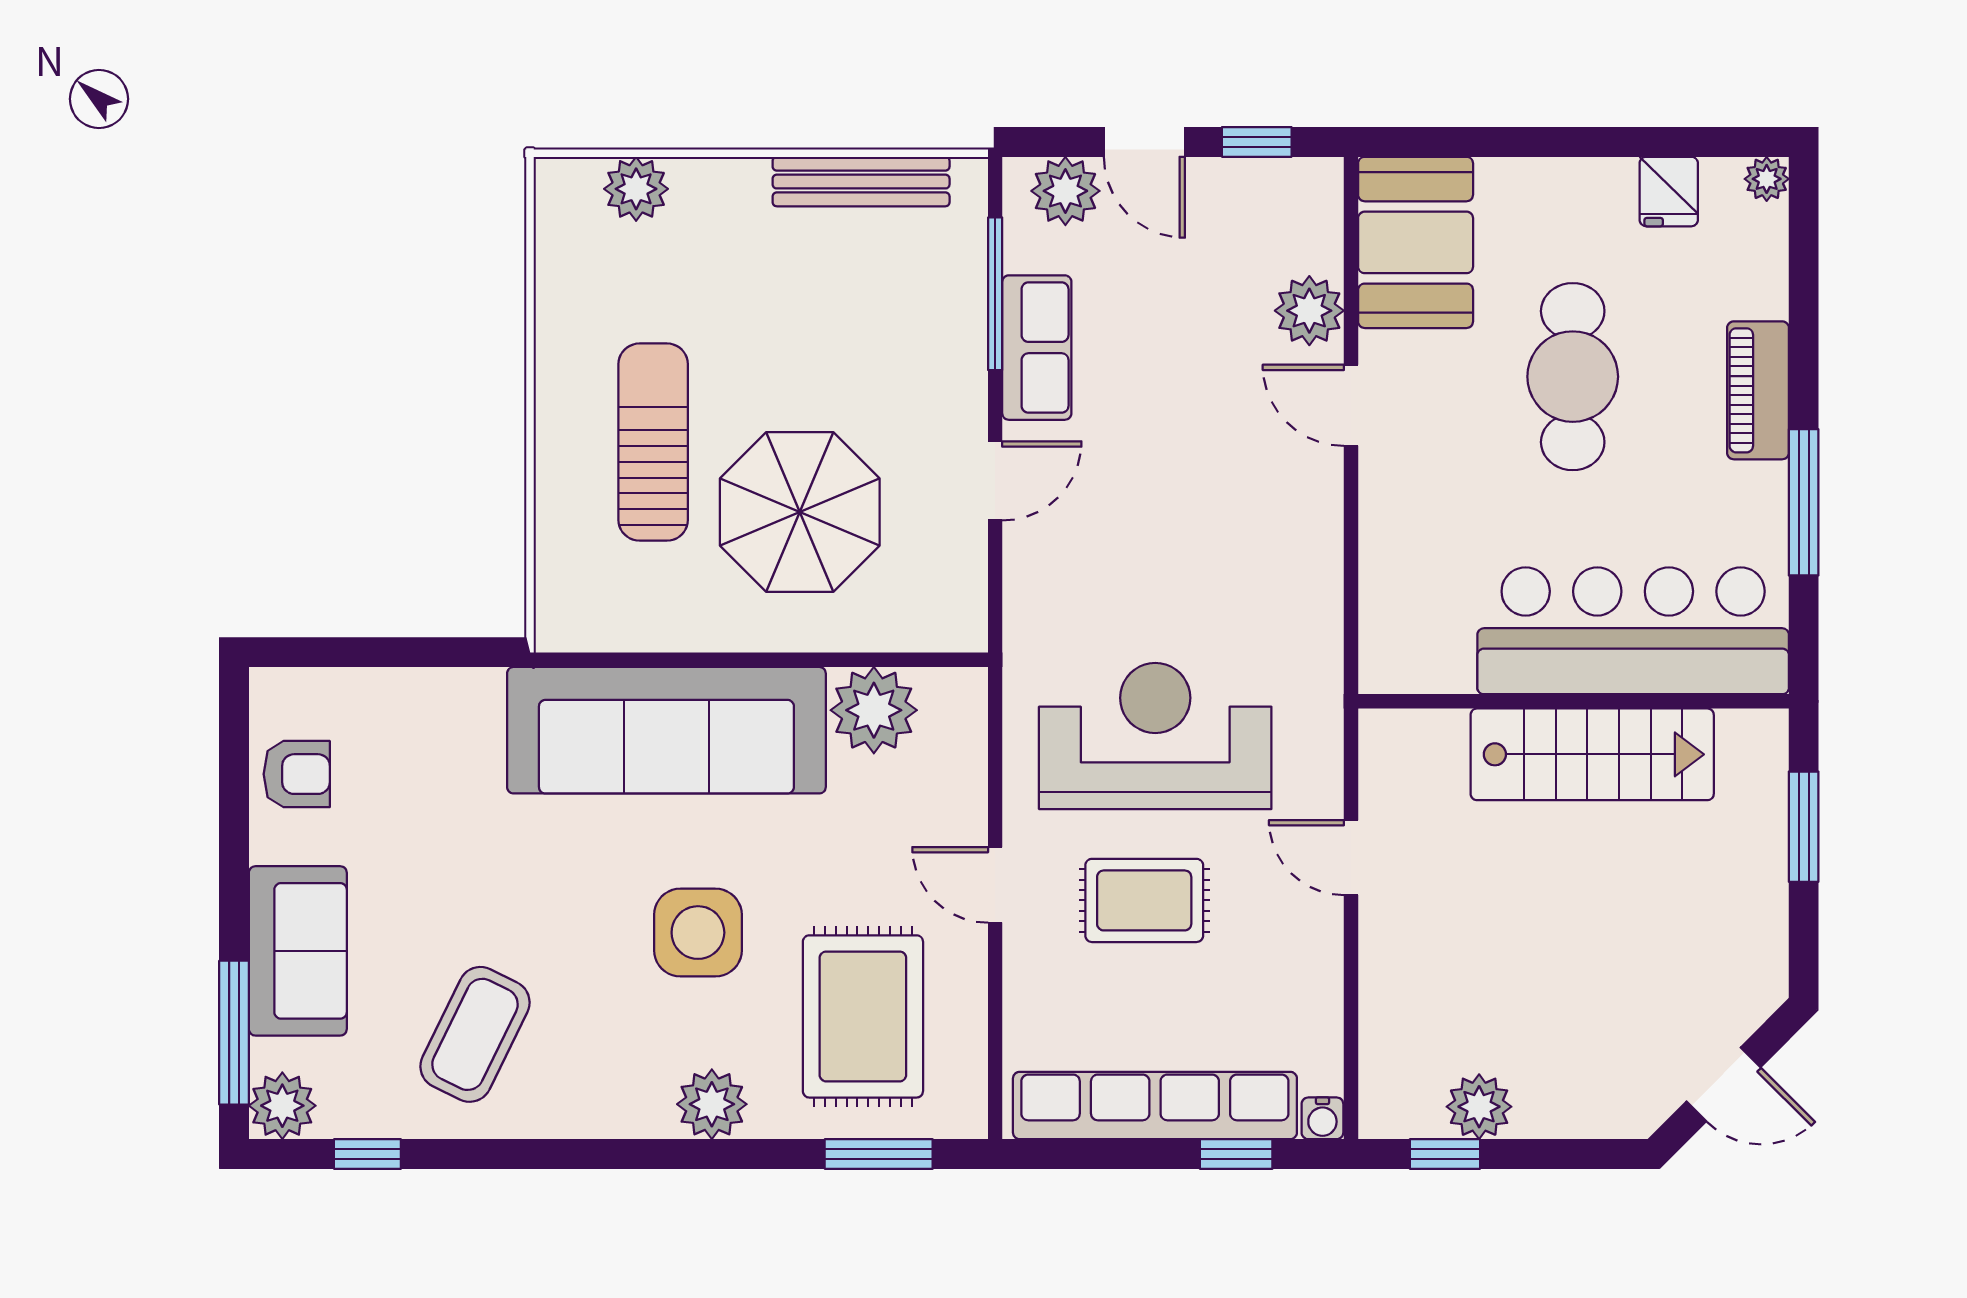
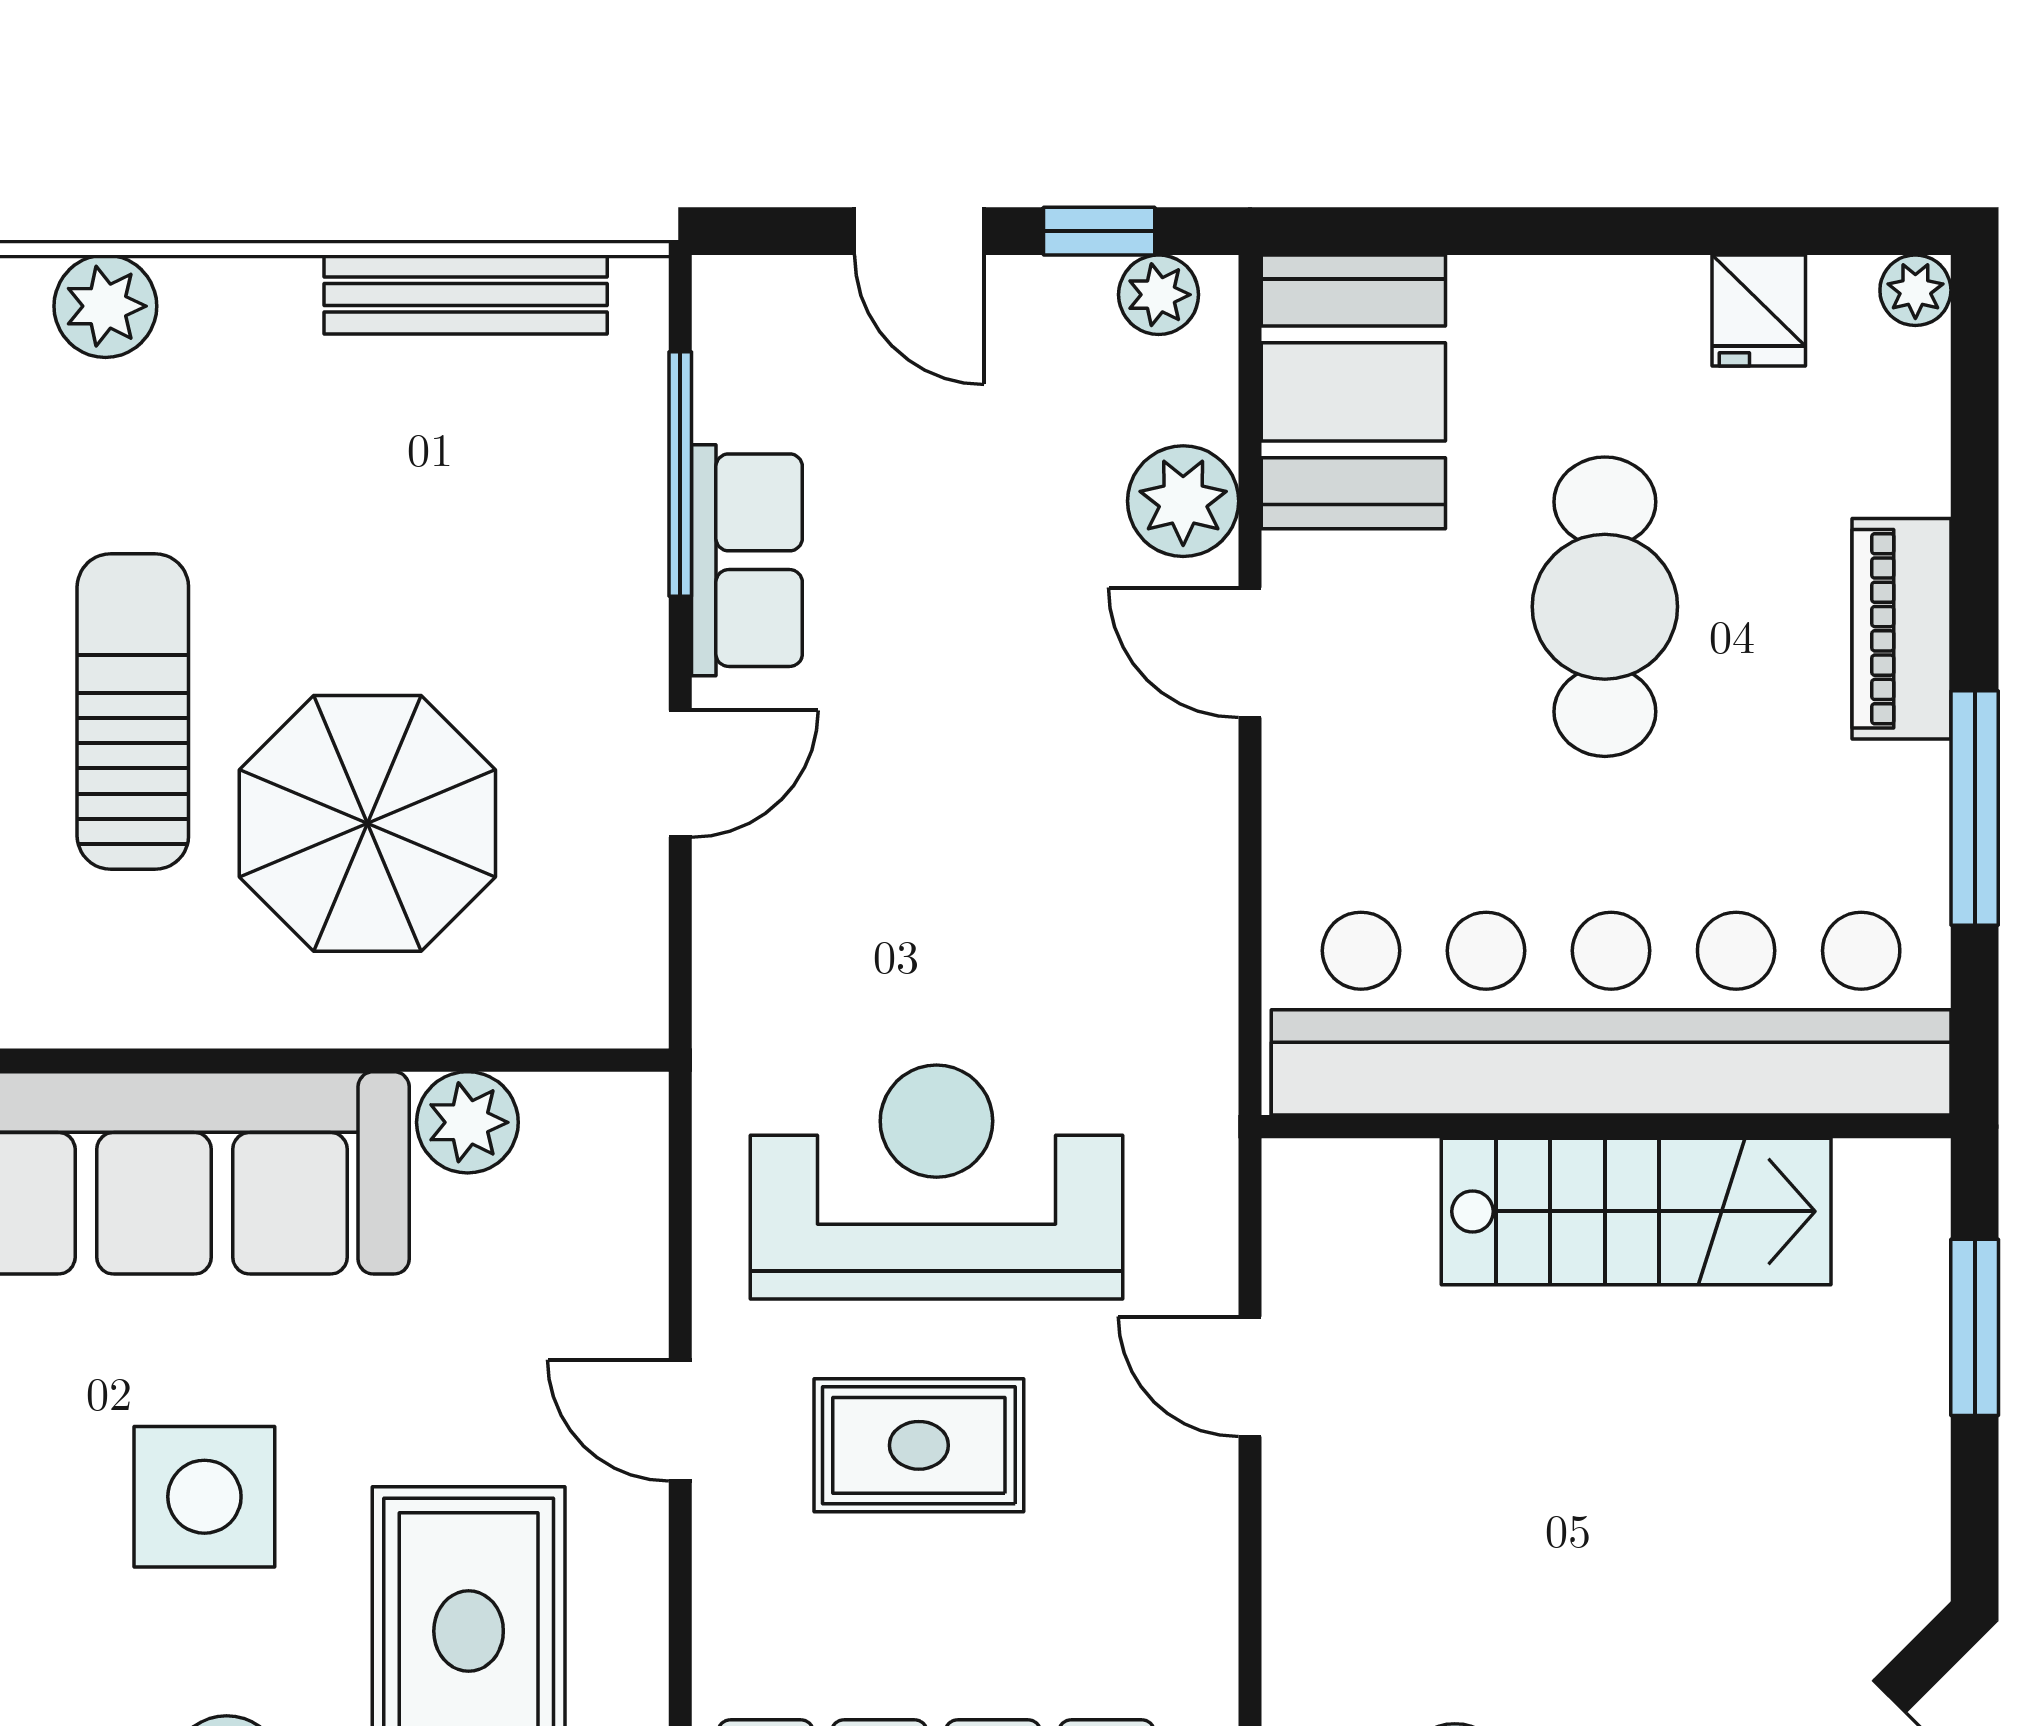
plant: (1065, 191) -> (1159, 295), moved, width x0.73, depth x0.73
bar counter: (1633, 631) -> (1611, 1014), width x1.36
plant: (874, 710) -> (467, 1122), width x0.73, depth x0.73

